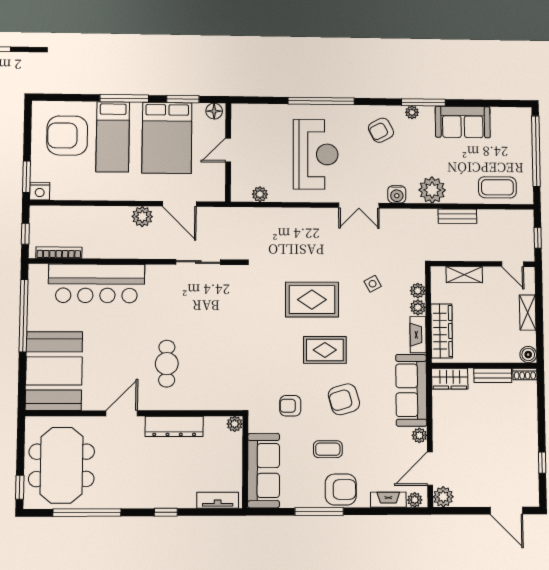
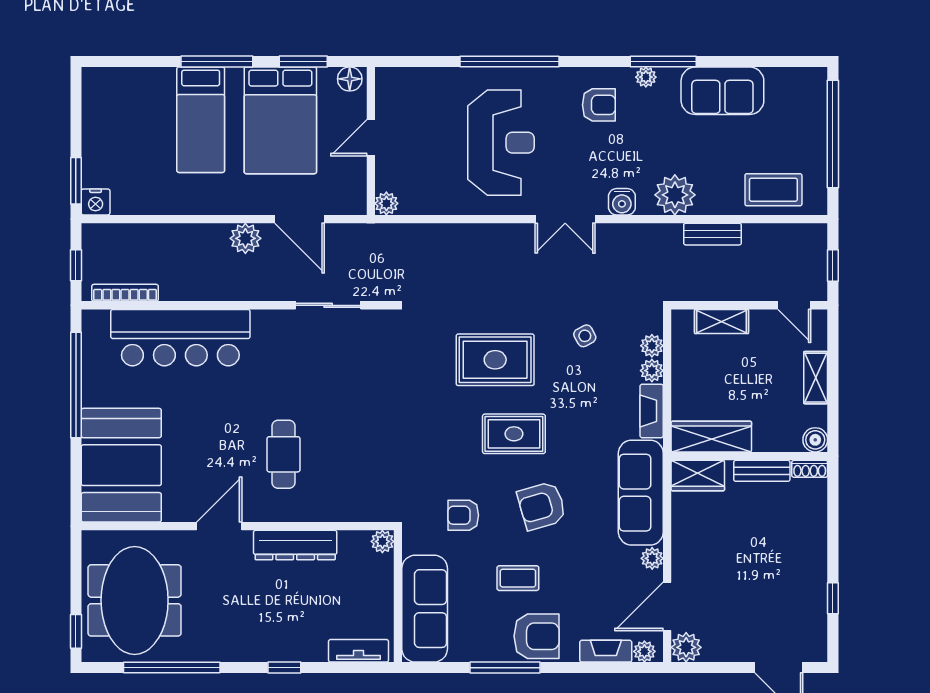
armchair: (381, 130) -> (599, 105), turned -152
armchair: (67, 136) -> (134, 119), removed
plant: (260, 194) -> (386, 203), moved
wardrobe: (442, 331) -> (711, 437), moved, turned -90

